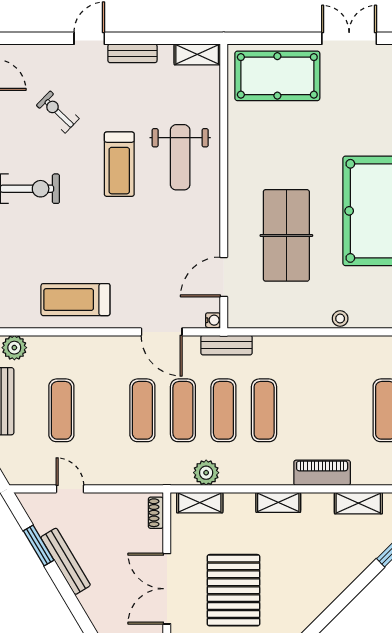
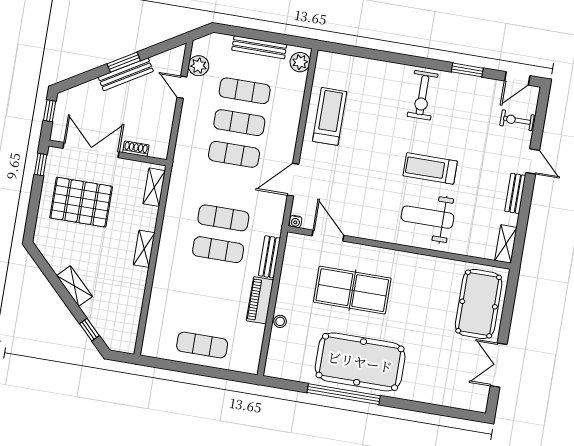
double door: (349, 38) -> (499, 365), swing flipped
exercise bike: (58, 112) -> (517, 120), moved, turned -134
bench: (226, 345) -> (269, 257), moved
exercise mat: (183, 410) -> (239, 123), moved
plant: (206, 473) -> (199, 66), moved
piano: (322, 473) -> (260, 300), moved, turned 180
door: (70, 489) -> (182, 87), swing flipped
shelving: (358, 503) -> (74, 286), moved, turned -45
shoe rack: (156, 513) -> (136, 149), moved
window: (39, 546) -> (124, 62), moved

